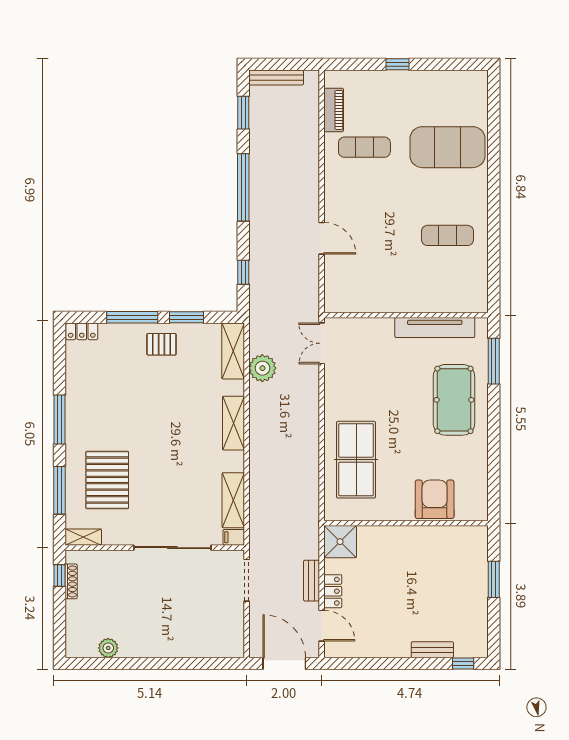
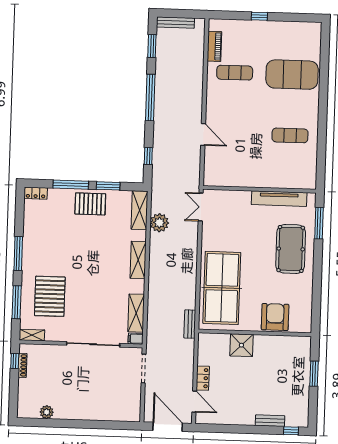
pallet: (162, 344) -> (90, 204), width x1.50, depth x1.42
table tennis table: (356, 460) -> (222, 288), width x1.36, depth x1.32
shower: (340, 542) -> (241, 345), moved
bench: (311, 581) -> (190, 324), moved

